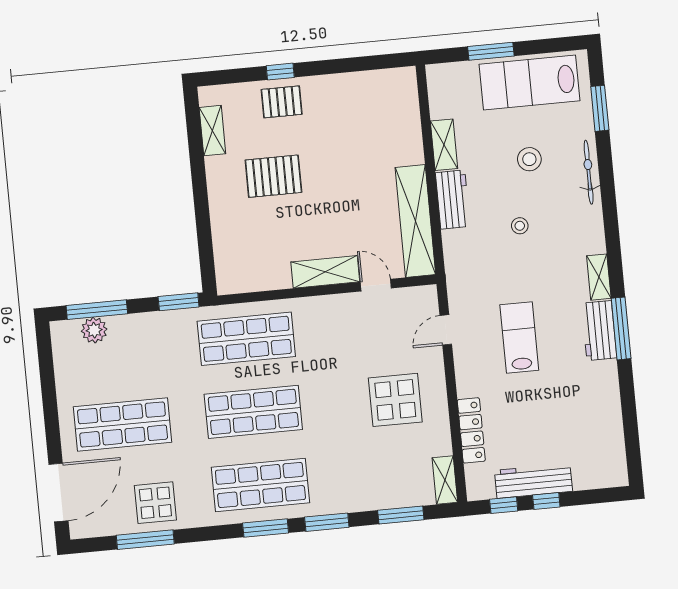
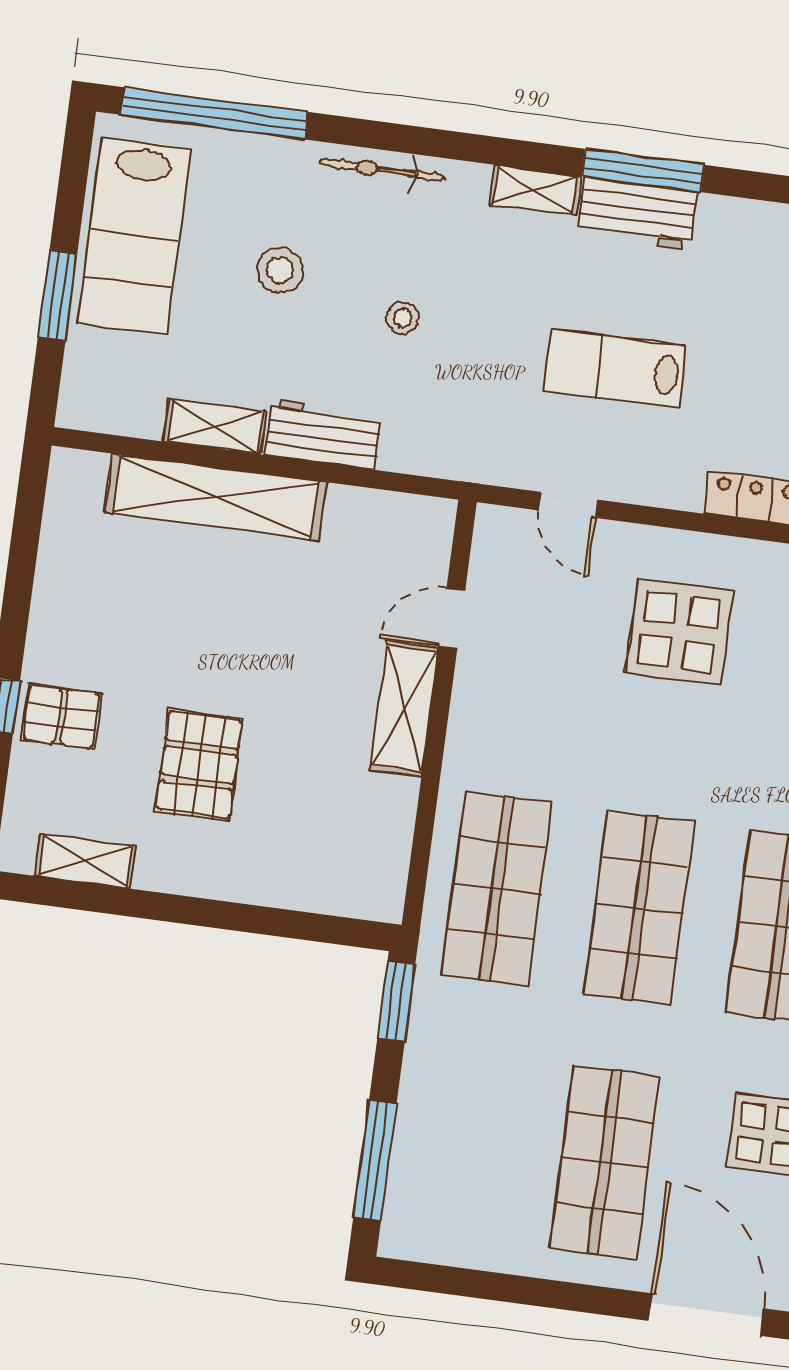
pallet: (282, 102) -> (61, 717), turned 90
window: (600, 108) -> (214, 113), width x2.11
bicycle: (589, 172) -> (382, 170), moved
shelving: (415, 221) -> (216, 497), moved
plant: (94, 330) -> (413, 1175), removed

